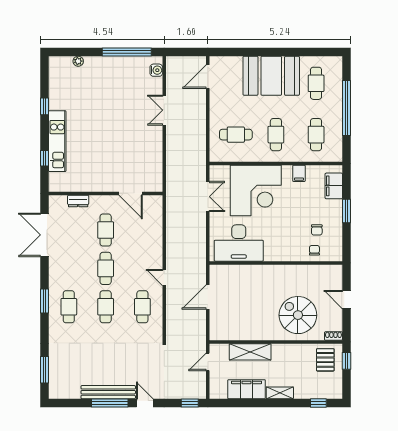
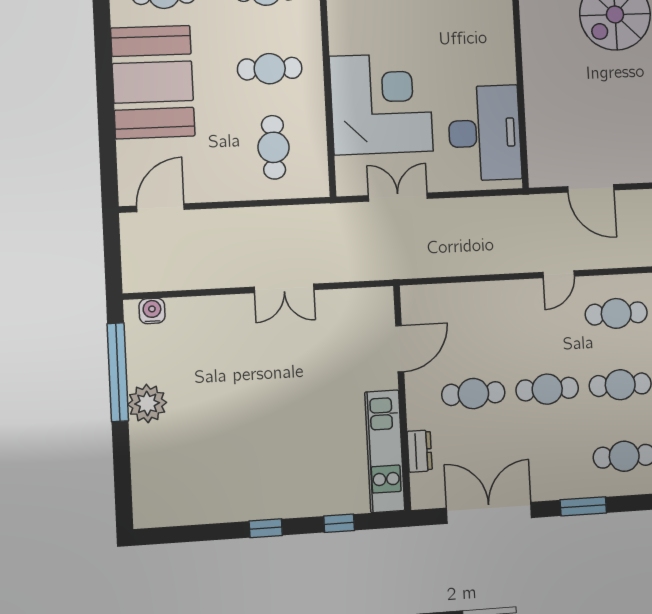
plant: (78, 61) -> (147, 403), moved, width x1.88, depth x1.88
door: (208, 77) -> (160, 208), swing flipped
window: (45, 106) -> (266, 528), moved
double door: (164, 110) -> (284, 288), moved
kitchen unit: (57, 141) -> (385, 451), moved, turned -90
filing cabinet: (299, 173) -> (344, 21), removed
double door: (45, 235) -> (489, 513), swing flipped
window: (45, 301) -> (583, 506), moved

